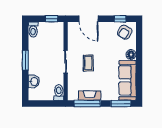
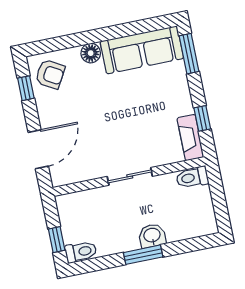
window: (52, 19) -> (57, 240), moved
coffee table: (88, 63) -> (124, 132), removed
washbasin: (34, 82) -> (152, 236), moved
fireplace: (90, 96) -> (190, 138), moved
window: (87, 104) -> (202, 118), width x0.46

